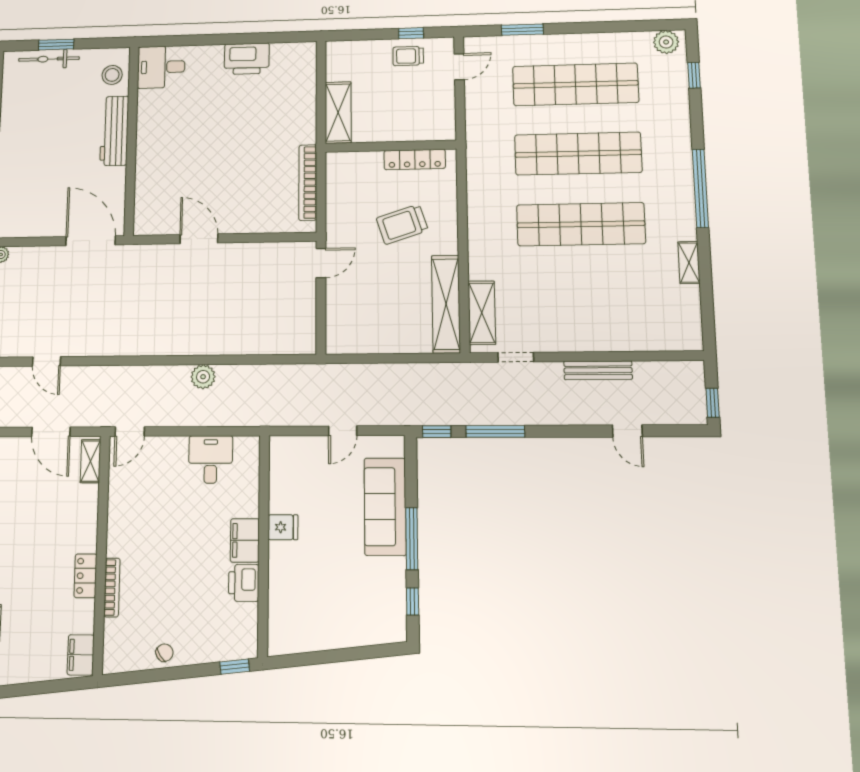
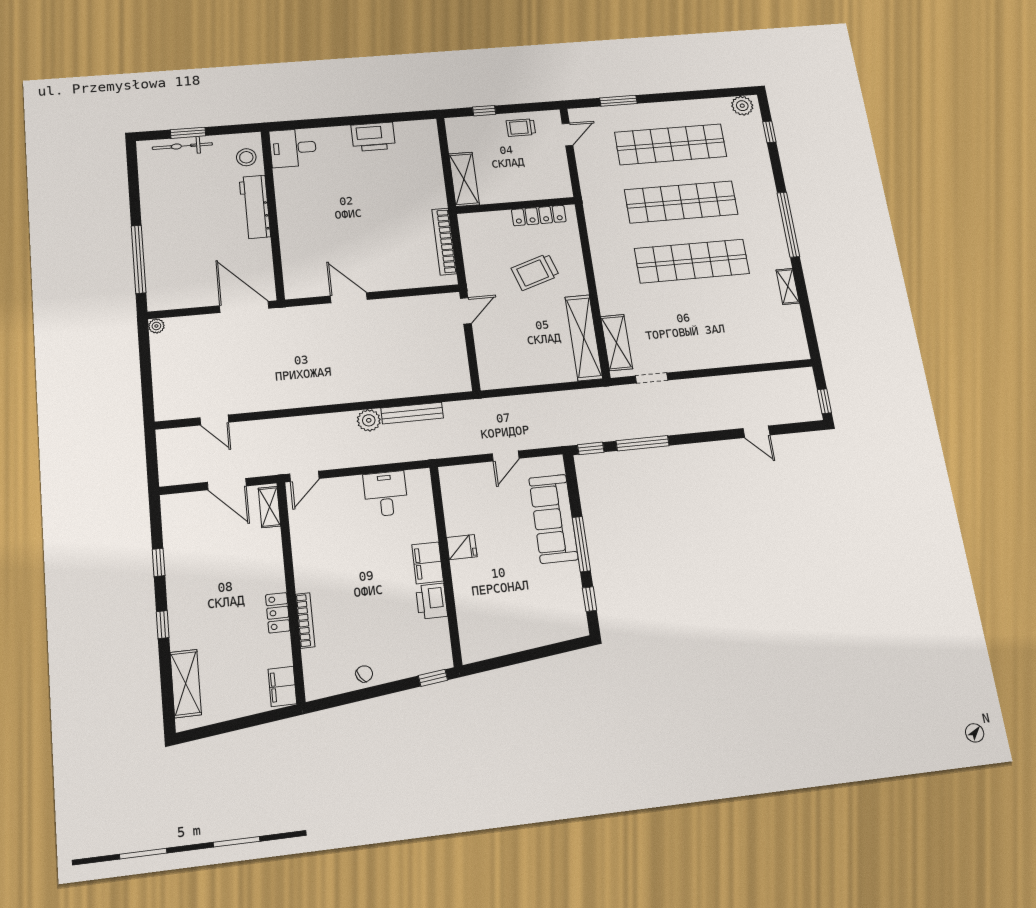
window: (411, 33) -> (484, 111), moved
bench: (598, 370) -> (412, 413), moved

